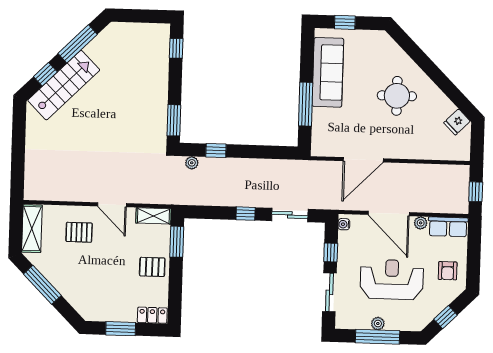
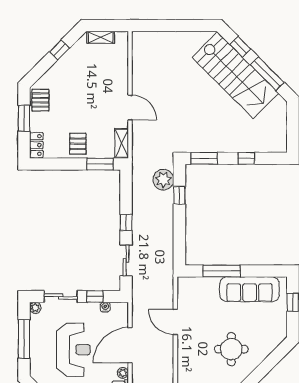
window: (176, 48) -> (246, 158), moved
stairs: (64, 85) -> (235, 75), width x1.36, depth x1.51
door: (363, 160) -> (175, 322), width x0.73
plant: (192, 163) -> (163, 180), width x1.87, depth x1.87
door: (112, 205) -> (130, 107), swing flipped
water cooler: (344, 224) -> (105, 307), moved
shelving: (32, 229) -> (101, 37), width x0.67, depth x0.75
pallet: (79, 232) -> (40, 100), moved
window: (42, 285) -> (59, 50), width x0.46
plant: (378, 324) -> (35, 308), moved

